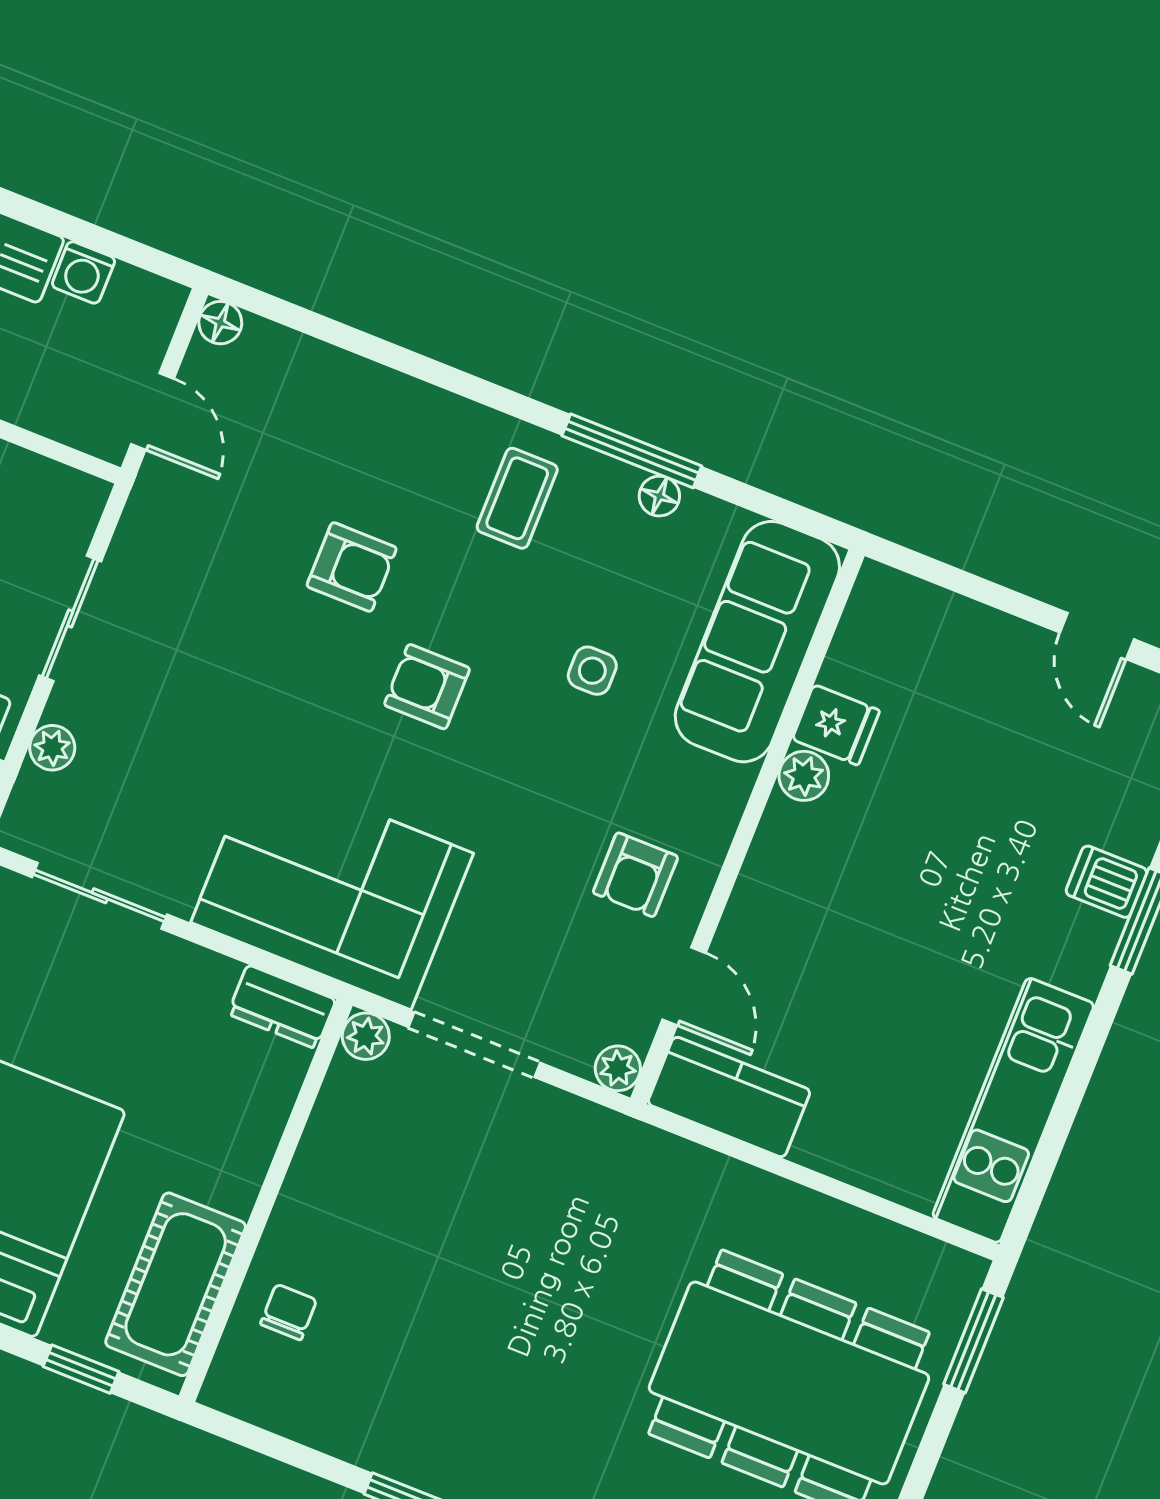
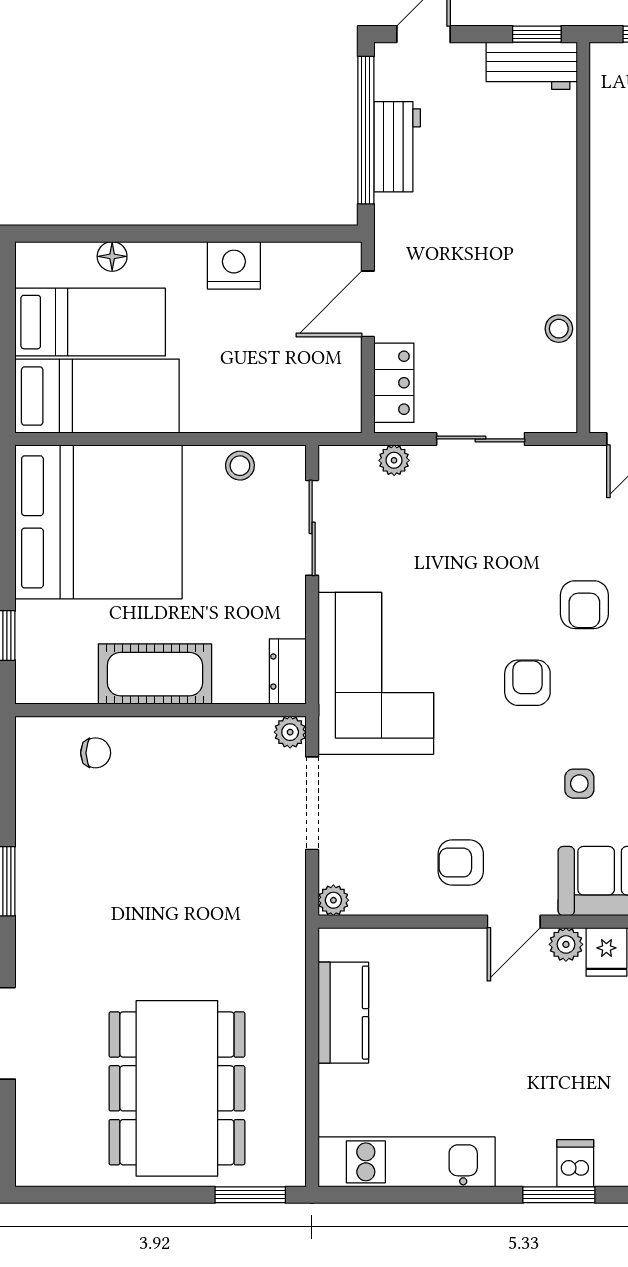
door: (684, 986) -> (514, 922), moved
kitchen counter: (729, 1097) -> (343, 1013), moved
cot: (176, 1284) -> (155, 674), moved

